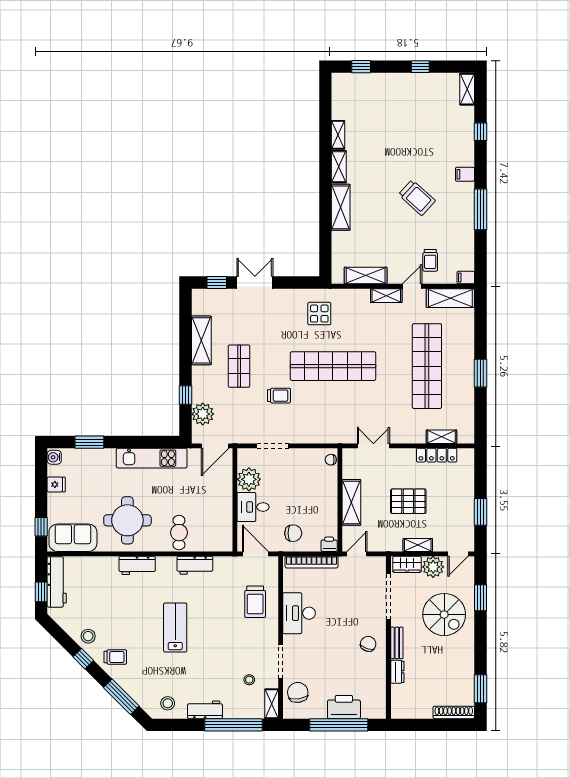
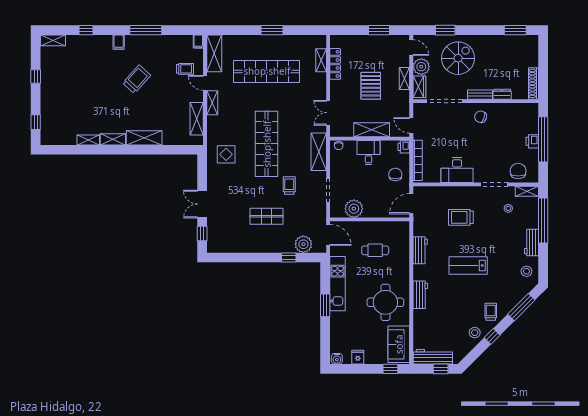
shelving: (201, 340) -> (319, 152), moved, turned 90
window: (89, 442) -> (325, 305), moved
desk: (253, 507) -> (368, 153), moved, turned 180
cafe table: (179, 533) -> (375, 250), moved
trolley: (255, 602) -> (461, 217), moved, turned 180
chair: (298, 692) -> (518, 171), turned 98
printer: (344, 707) -> (532, 141), width x0.53, depth x0.68
shoe rack: (454, 712) -> (533, 83), moved

